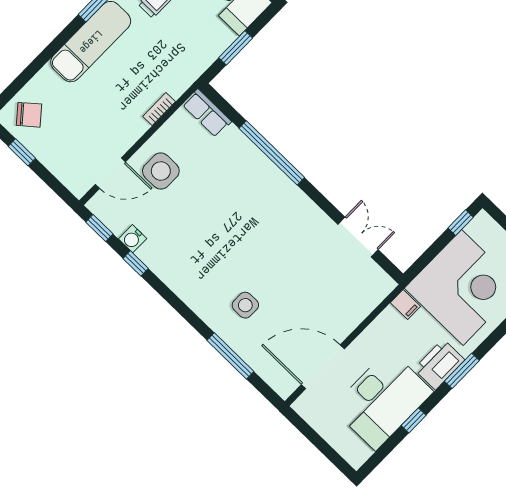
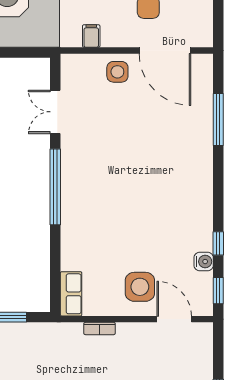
window: (272, 153) -> (55, 187), moved
side table: (245, 305) -> (117, 72), moved
filing cabinet: (405, 305) -> (91, 36), moved

